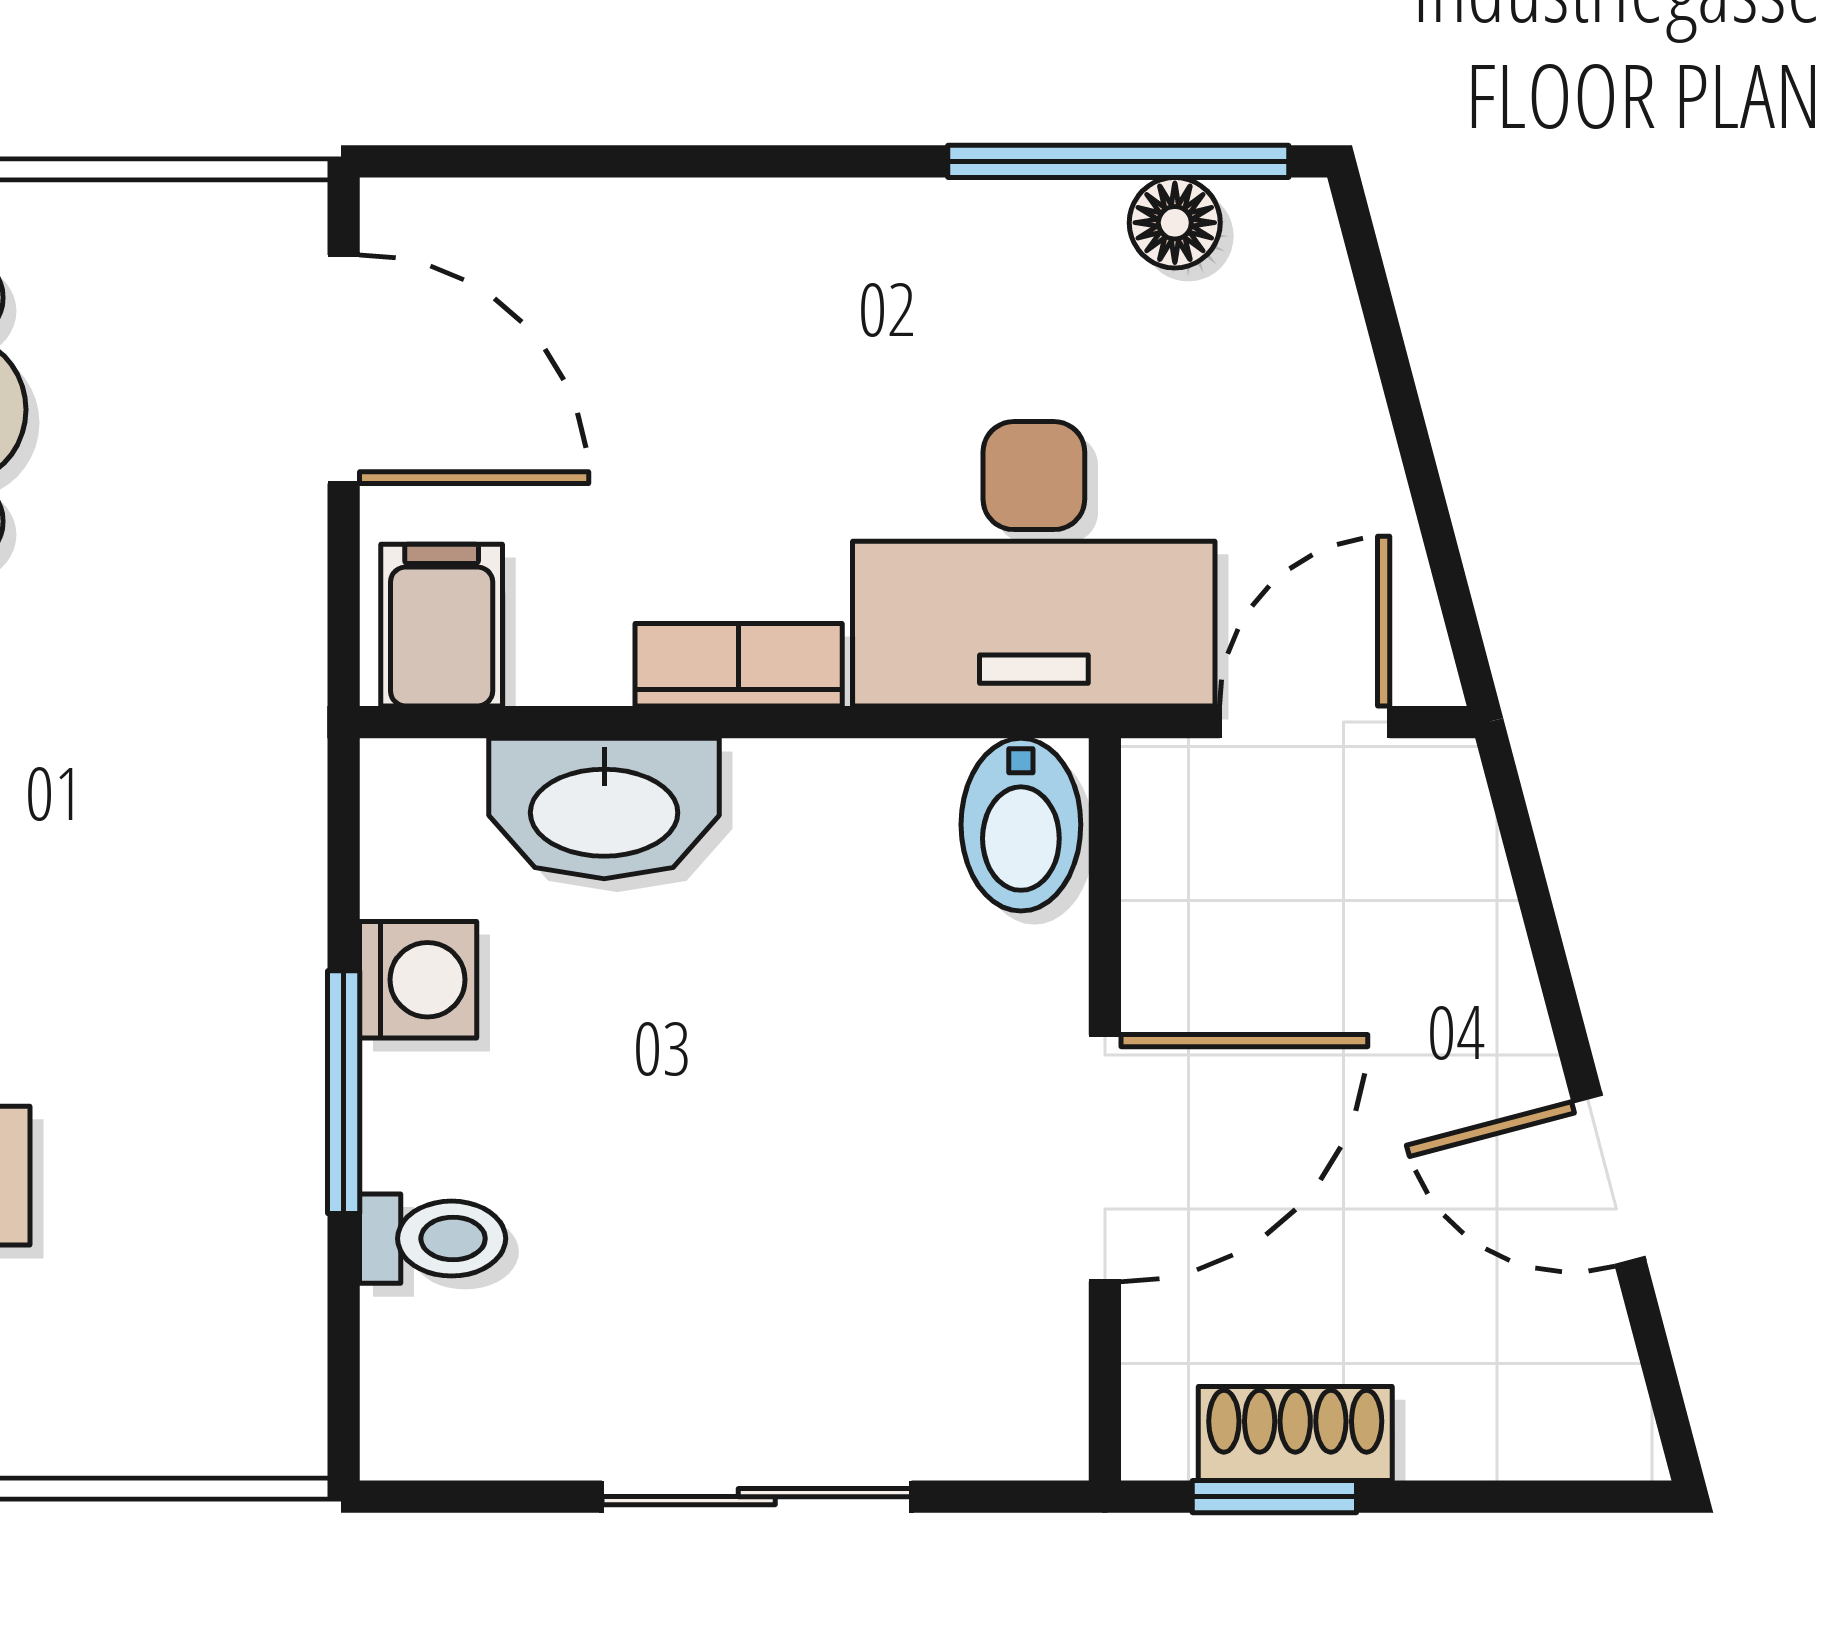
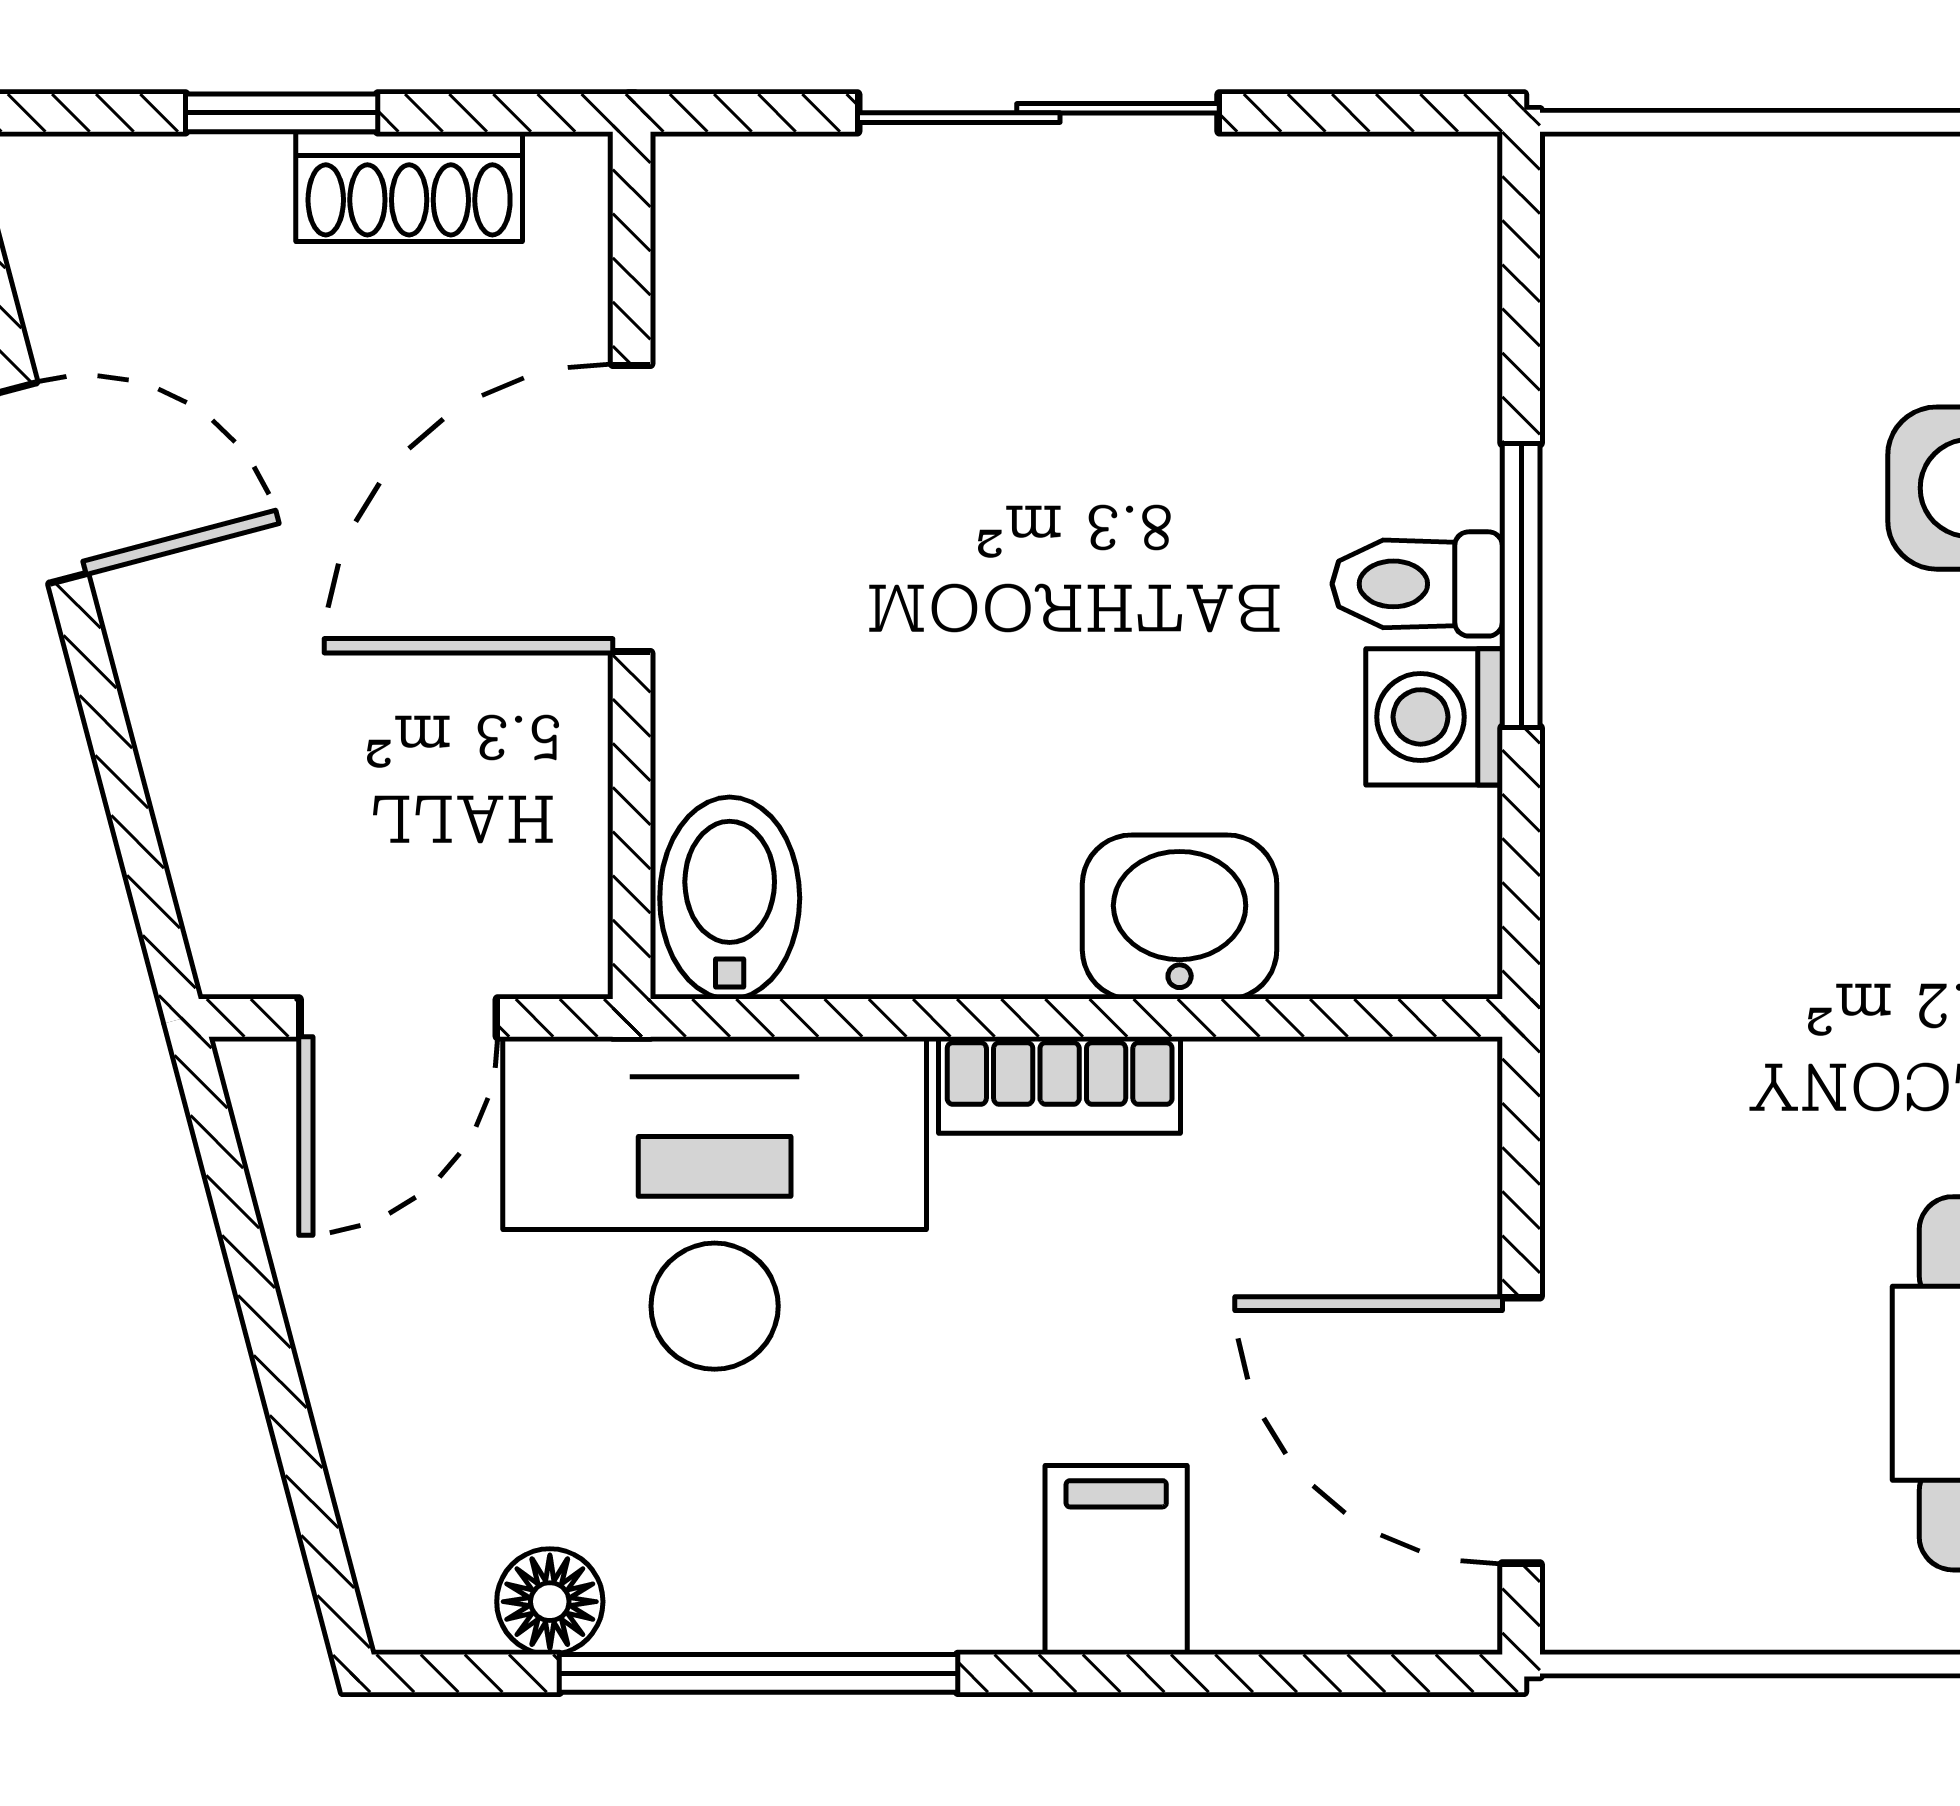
window: (1118, 161) -> (758, 1673), moved
filing cabinet: (442, 625) -> (1116, 1560), moved, turned 180
washbasin: (604, 808) -> (1180, 917), width x0.72
toilet: (433, 1239) -> (1417, 584), moved
window: (1274, 1497) -> (282, 113), moved

